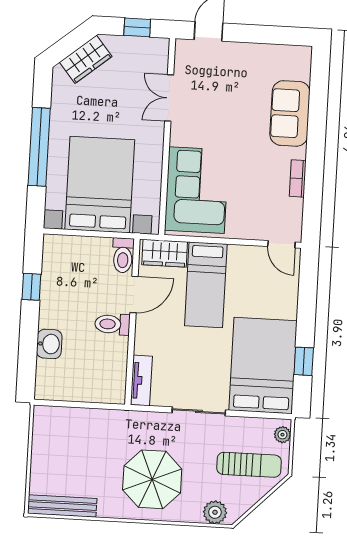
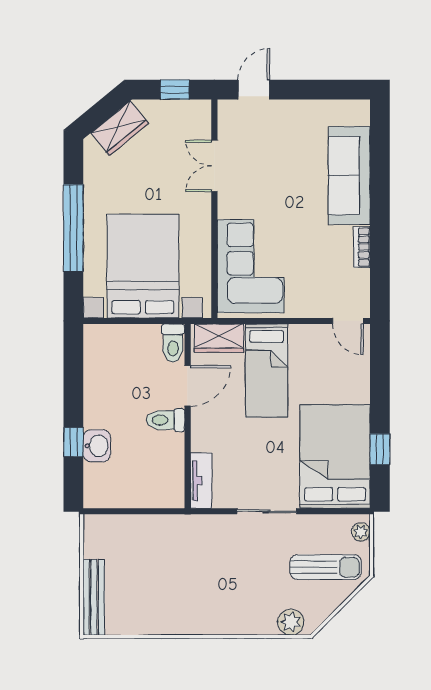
sofa: (290, 113) -> (349, 176), width x1.36
window: (31, 287) -> (73, 442), moved
parasol: (152, 479) -> (219, 589), removed
bench: (62, 506) -> (94, 597), moved, turned 90

